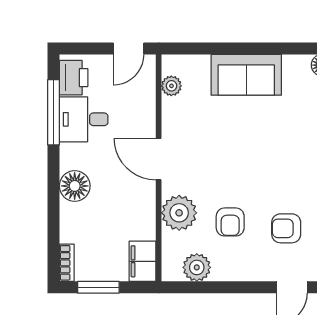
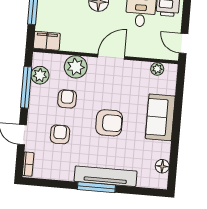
armchair: (262, 153) -> (109, 123), added
armchair: (230, 222) -> (67, 99), turned 90
window: (217, 287) -> (26, 87), added

